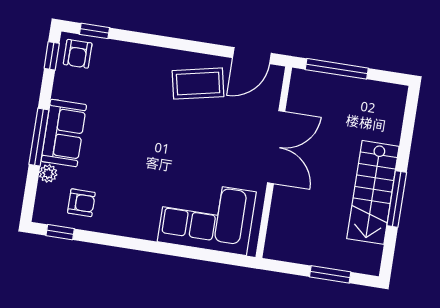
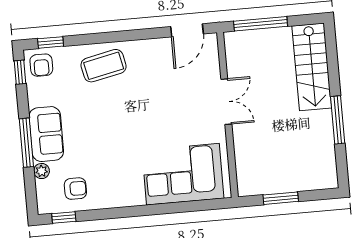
coffee table: (198, 84) -> (104, 66), moved
double door: (276, 147) -> (226, 102), width x0.73
stairs: (373, 192) -> (312, 67), moved
window: (330, 274) -> (281, 198), moved

